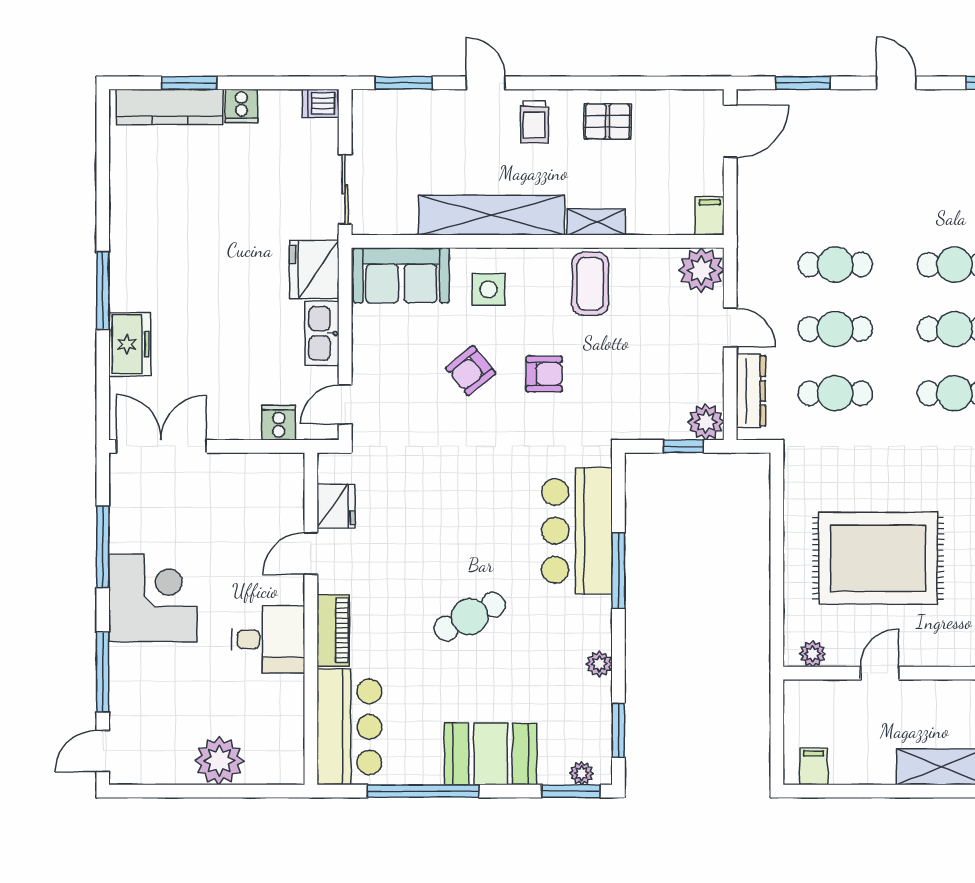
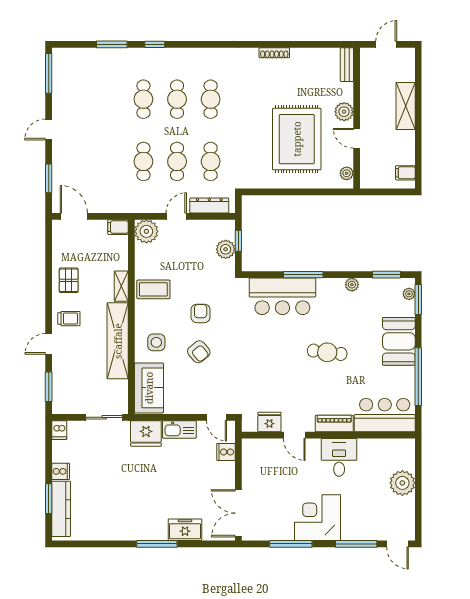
plant: (706, 422) -> (226, 249), moved
cafe table: (470, 617) -> (327, 352), turned -56
plant: (931, 649) -> (344, 112), added

